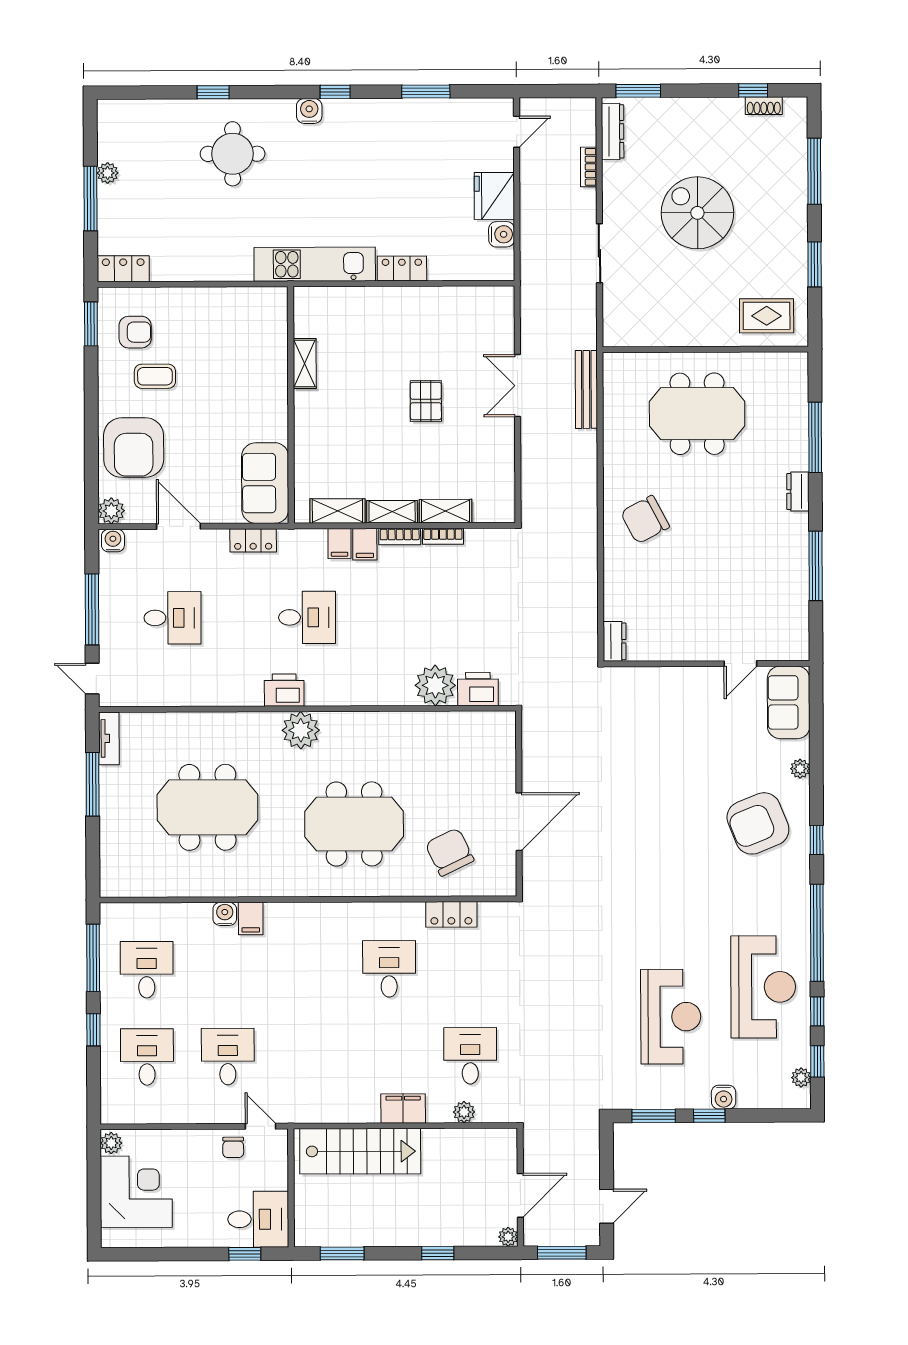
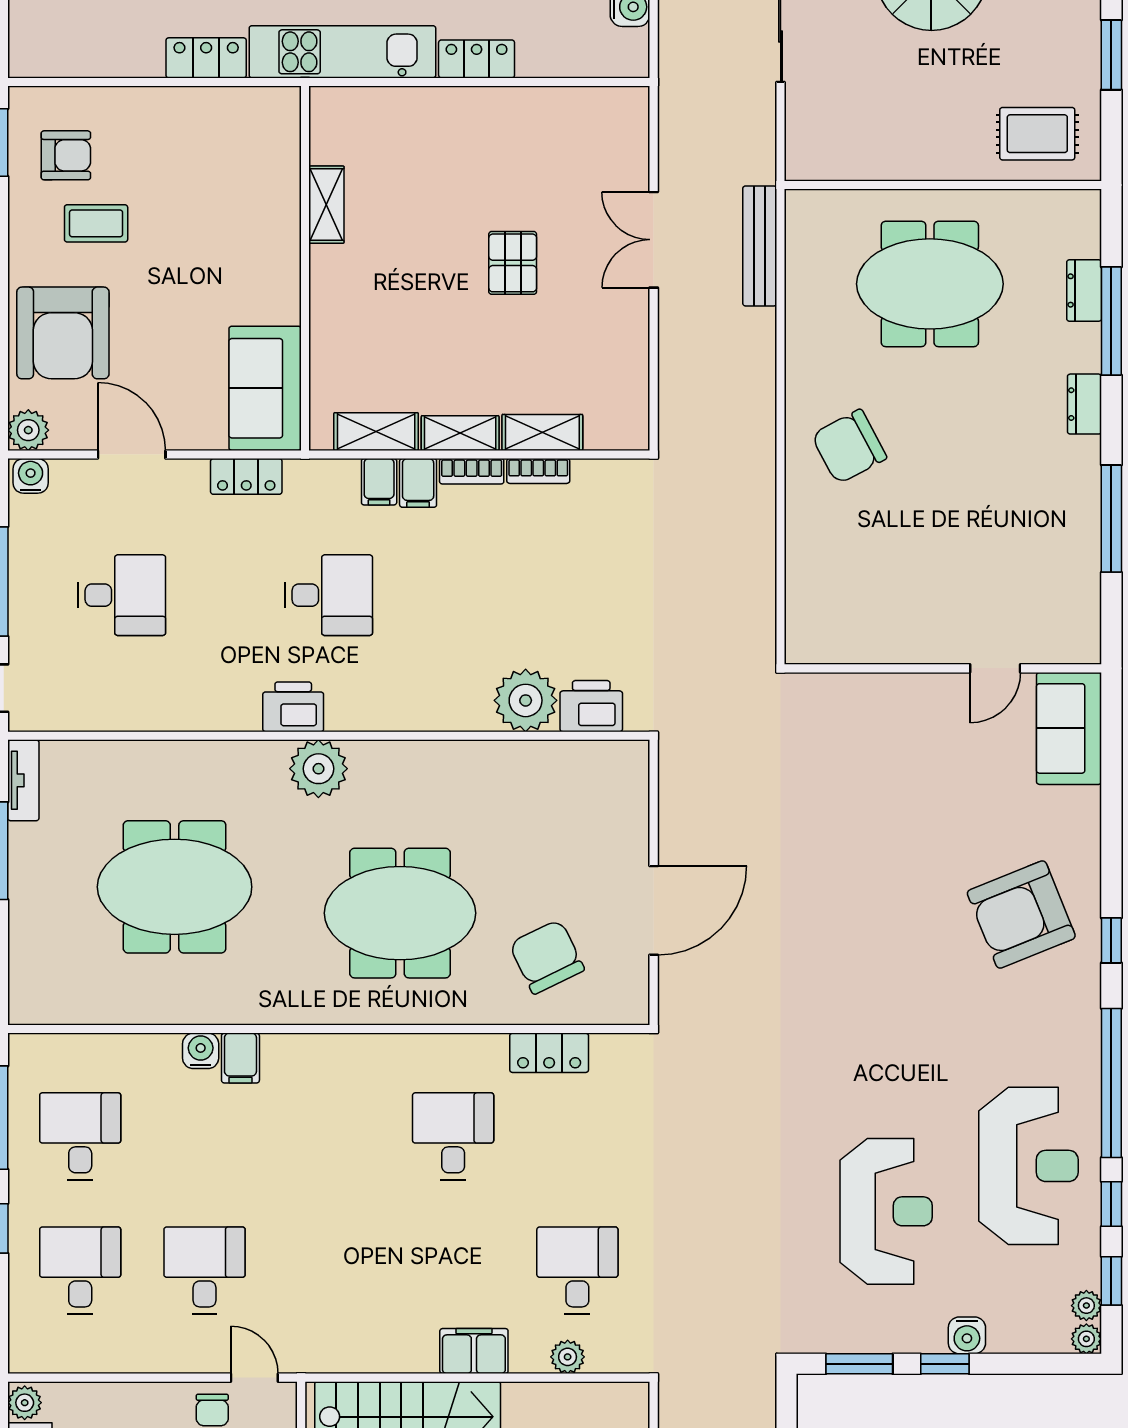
locker: (123, 269) -> (206, 58), moved
dresser: (615, 641) -> (1084, 290), moved, turned 180
plant: (800, 769) -> (1086, 1339), moved

